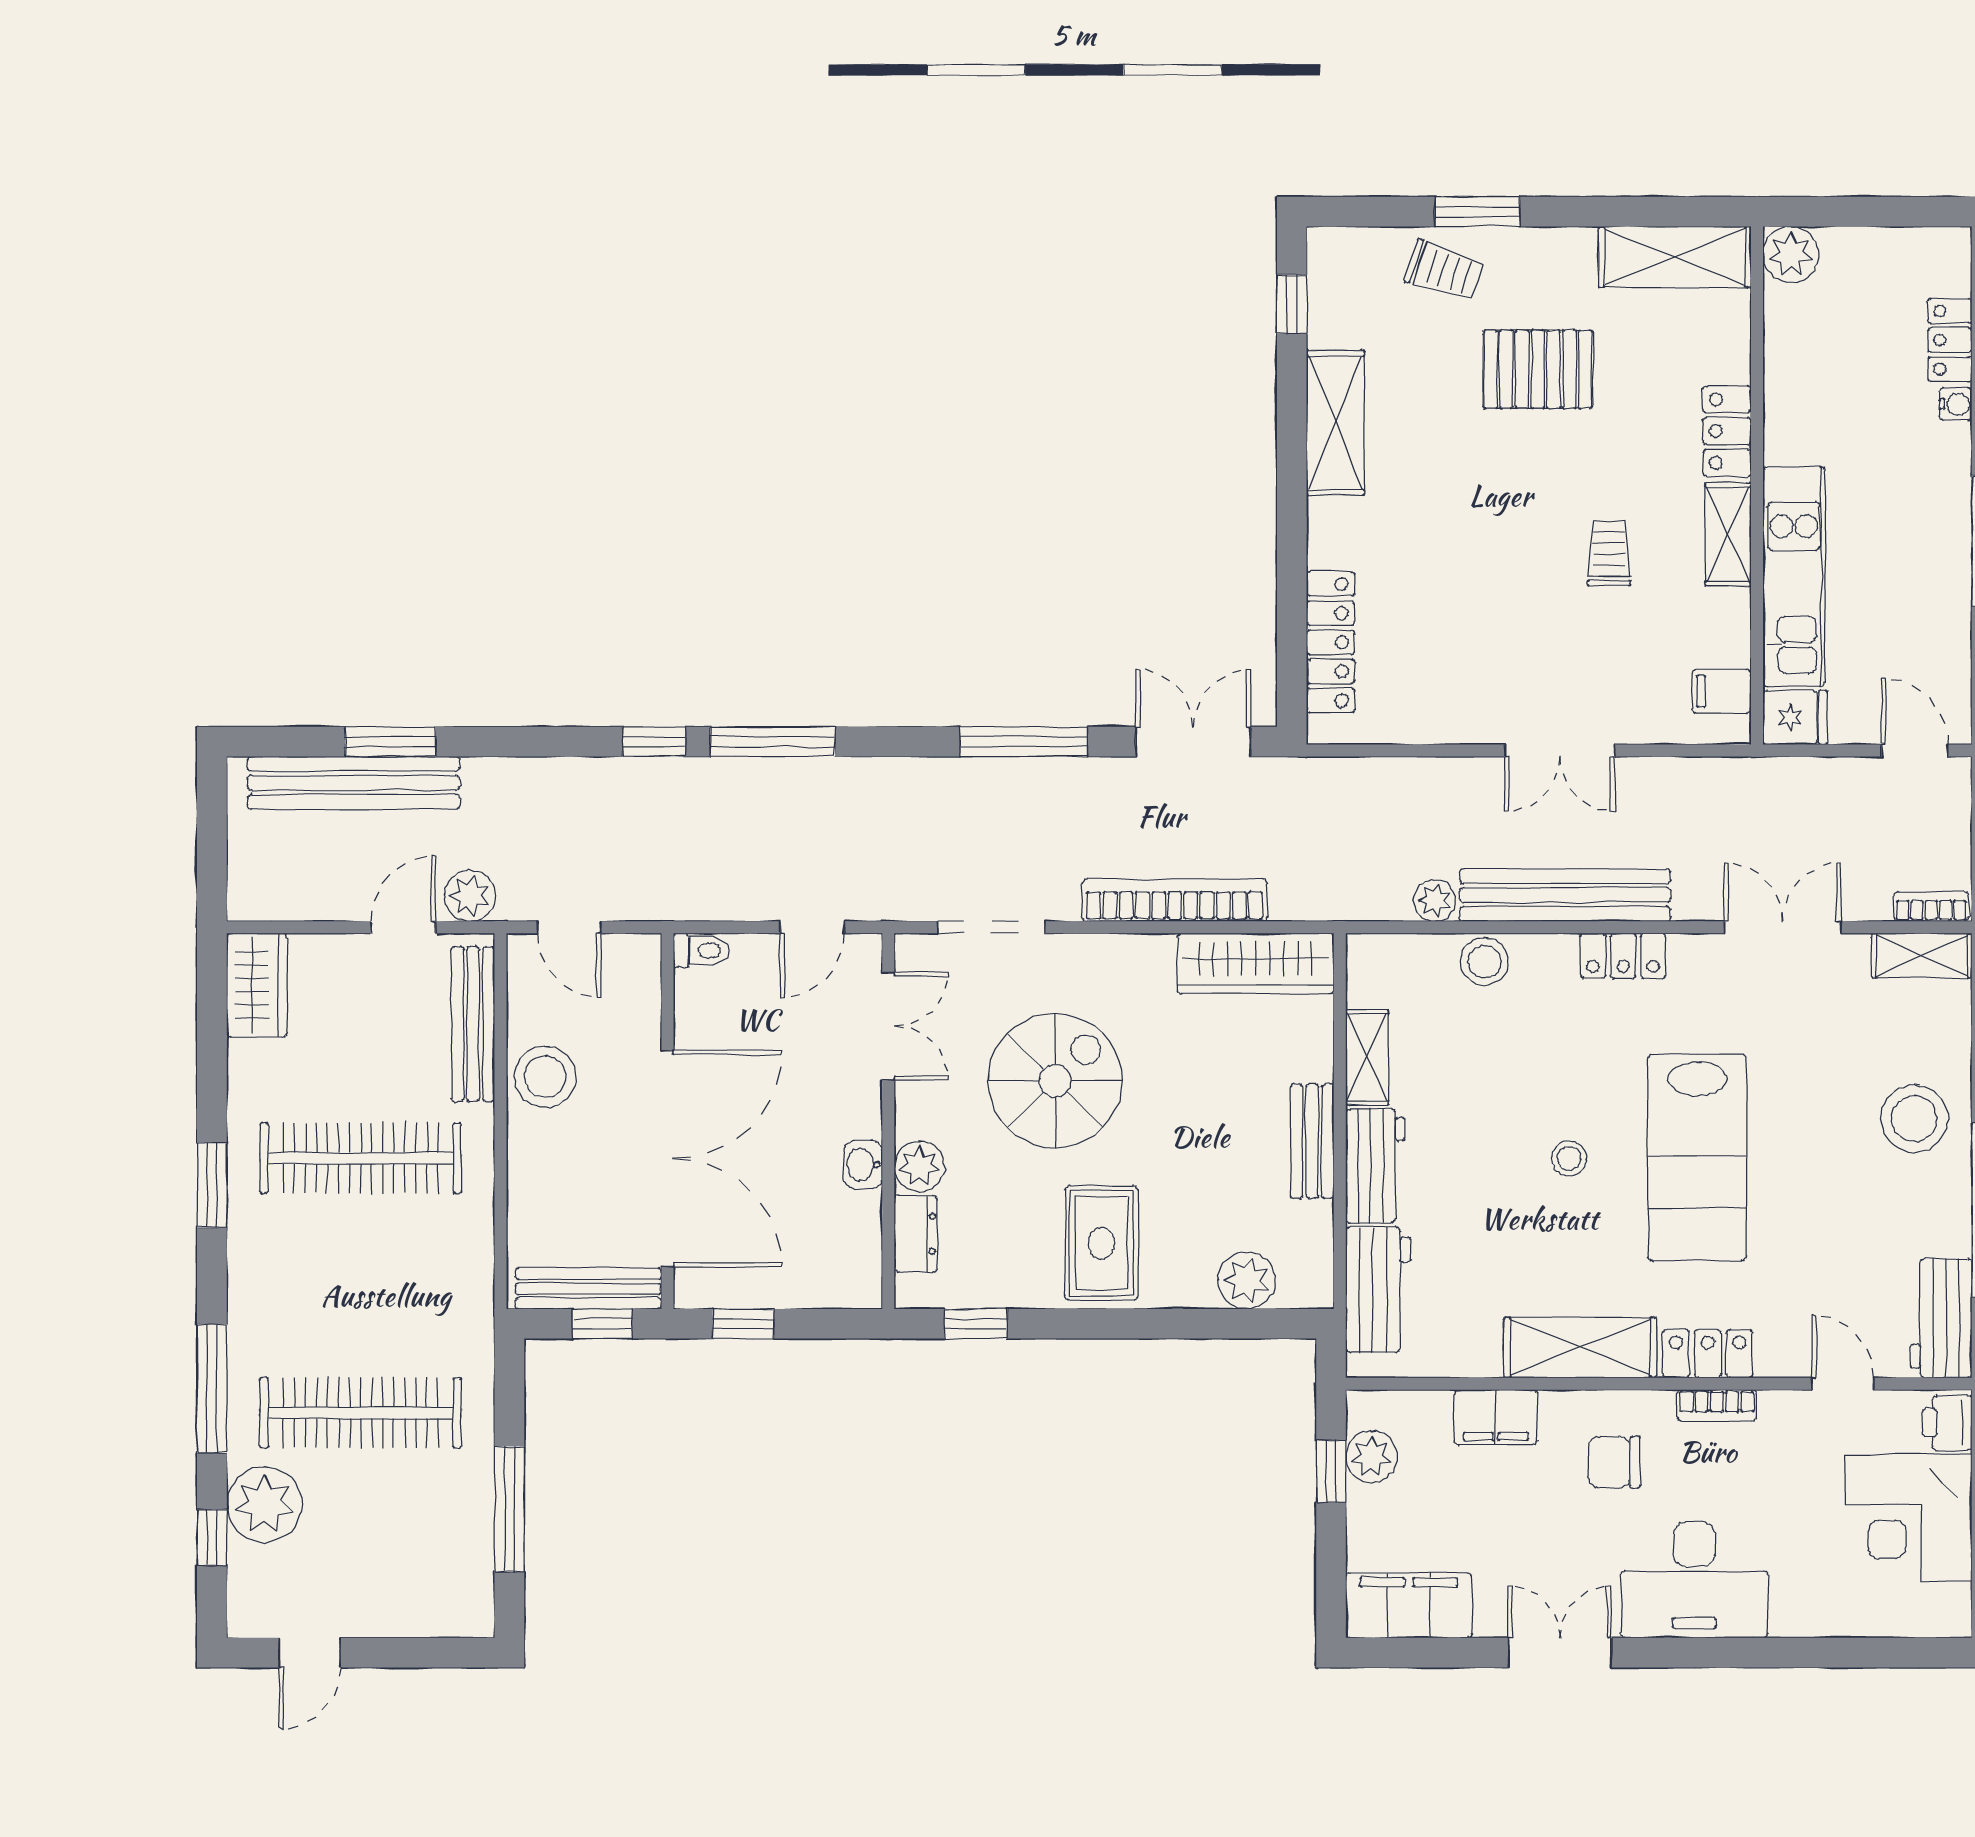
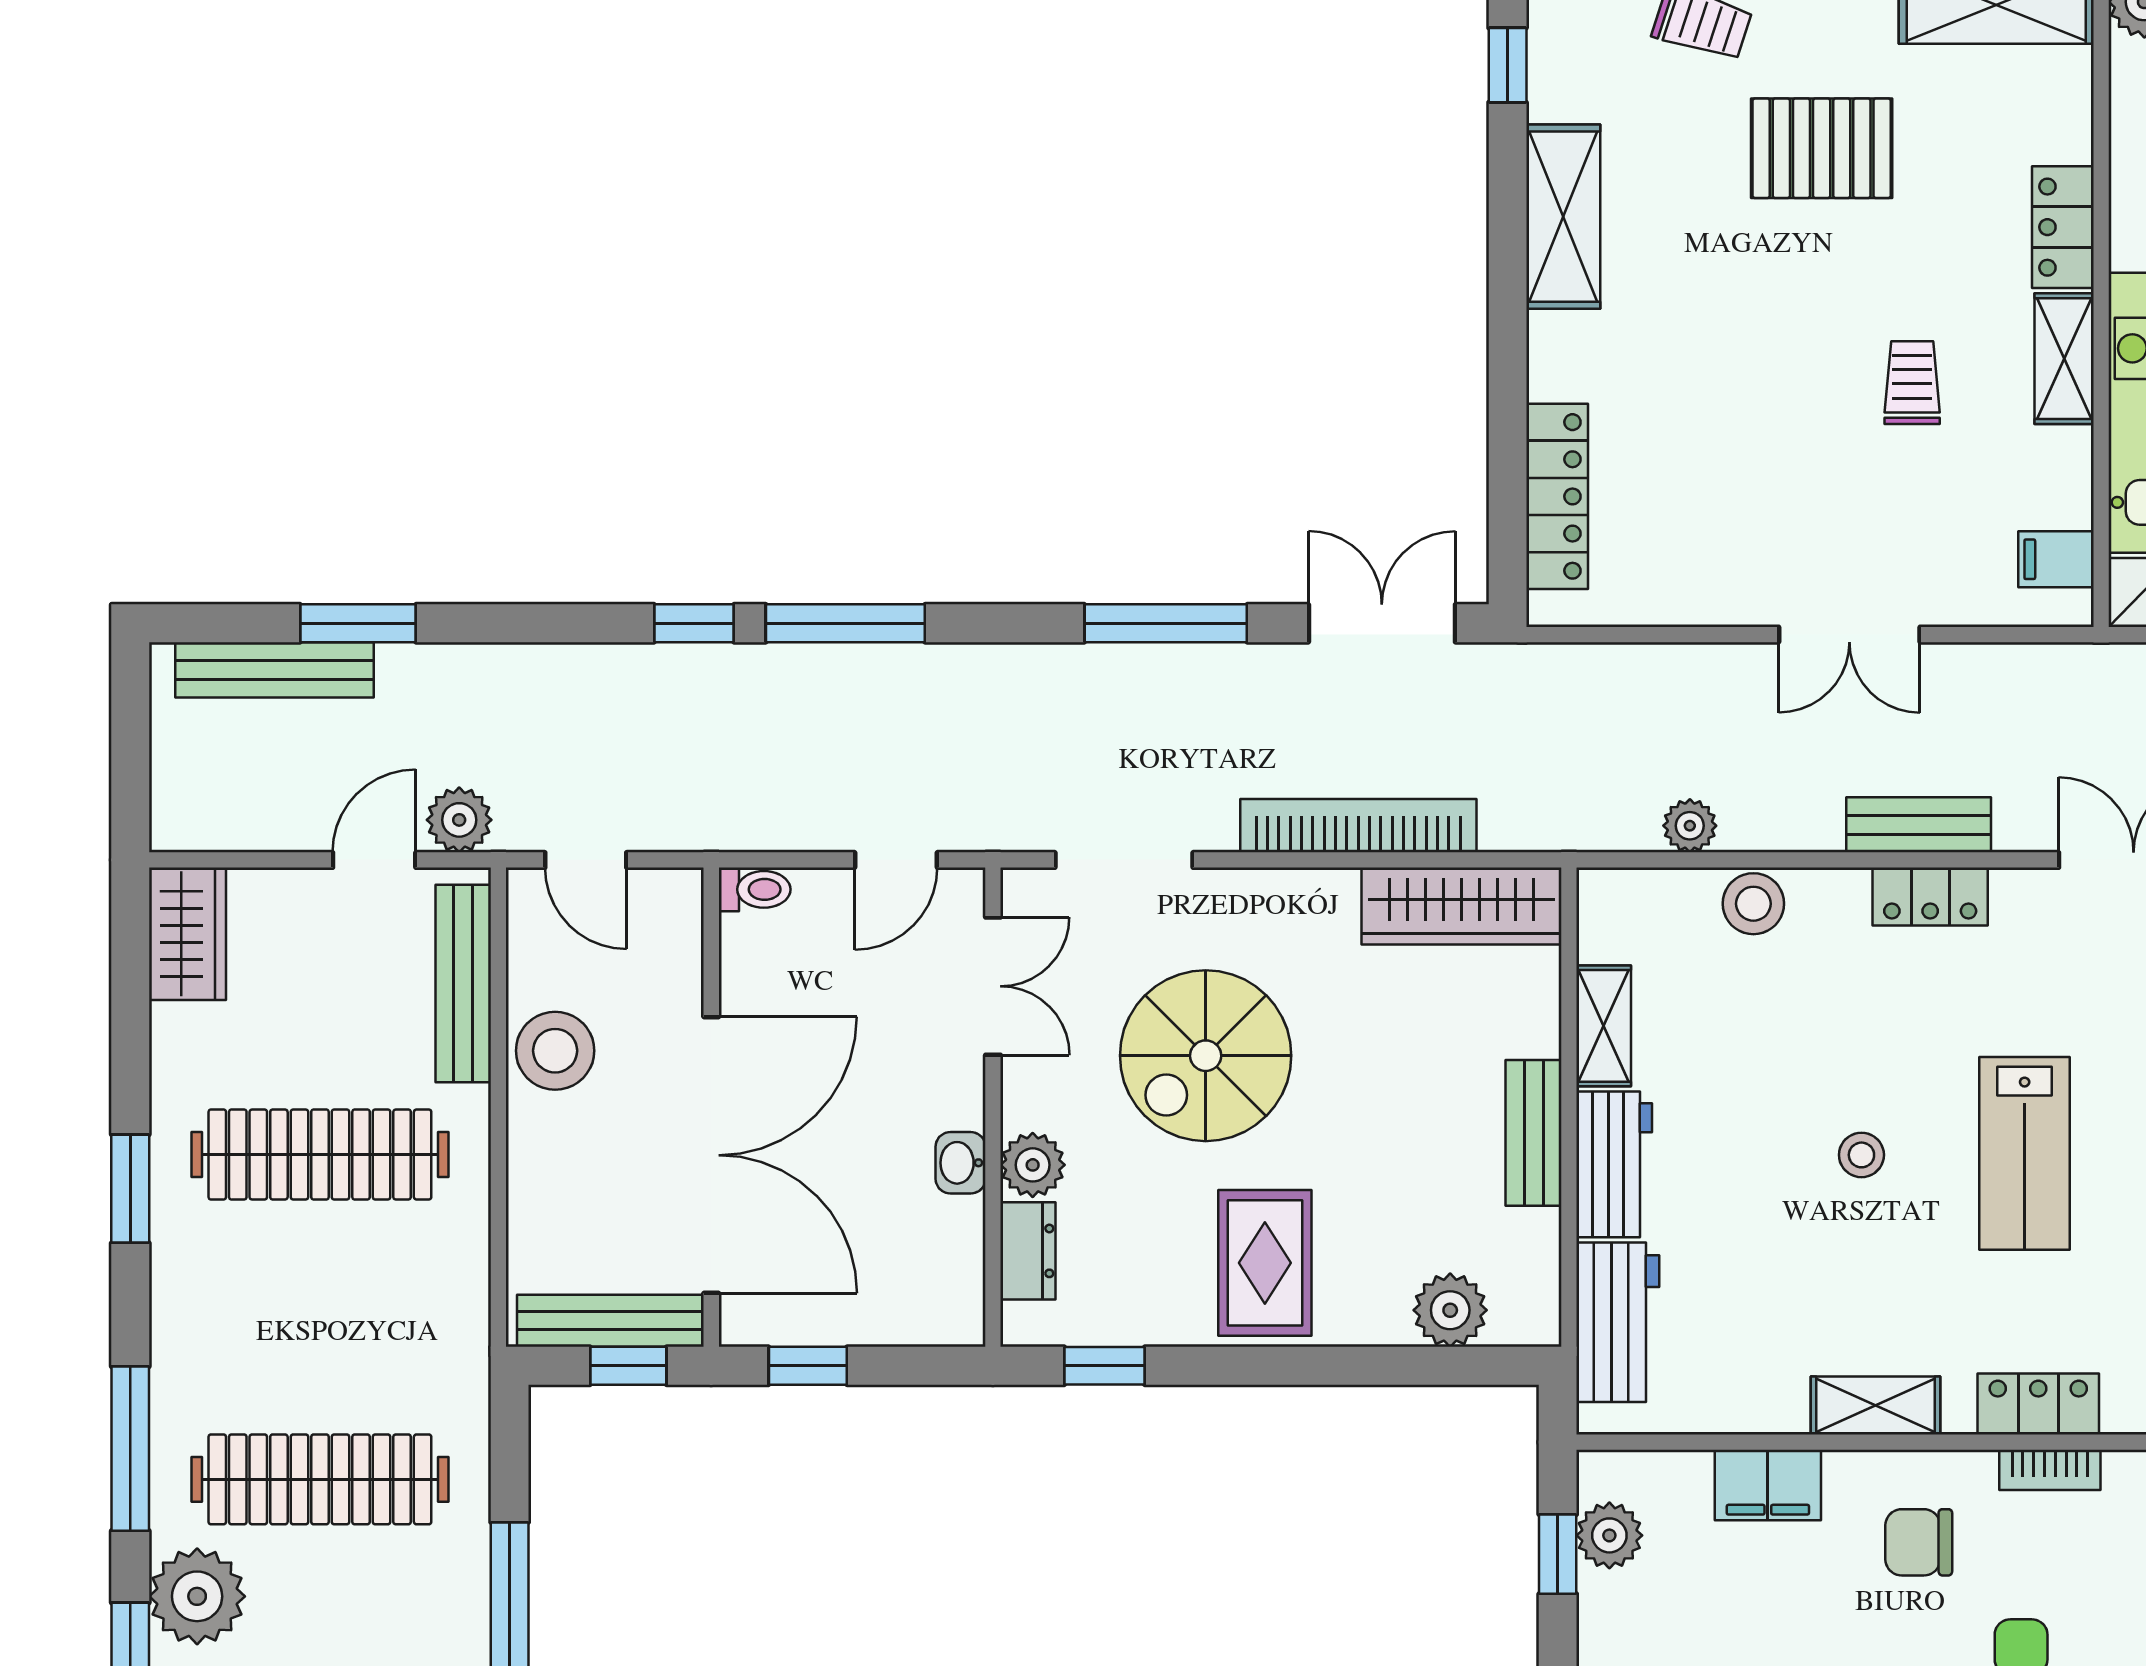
bench: (354, 783) -> (275, 670), width x0.73, depth x0.82
bench: (1565, 895) -> (1919, 825), width x0.54, depth x0.82
spiral stairs: (1055, 1081) -> (1206, 1056), turned 180
lab bench: (1697, 1157) -> (2025, 1153), width x0.73, depth x0.72
shelving: (1580, 1347) -> (1876, 1406), width x0.67, depth x0.75

